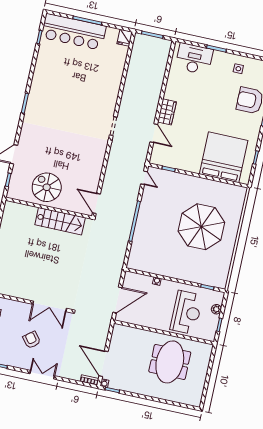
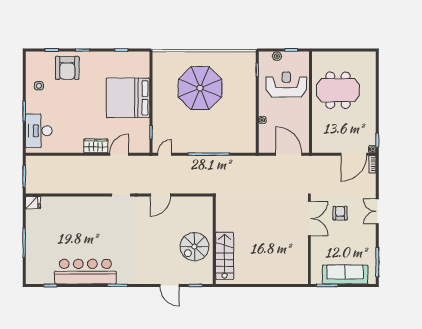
bar counter: (74, 32) -> (85, 272), moved, turned -90
bed: (224, 157) -> (128, 98), moved
door: (96, 203) -> (160, 195), moved
stairs: (60, 221) -> (225, 256), moved
armchair: (32, 340) -> (340, 213), moved, turned 128

